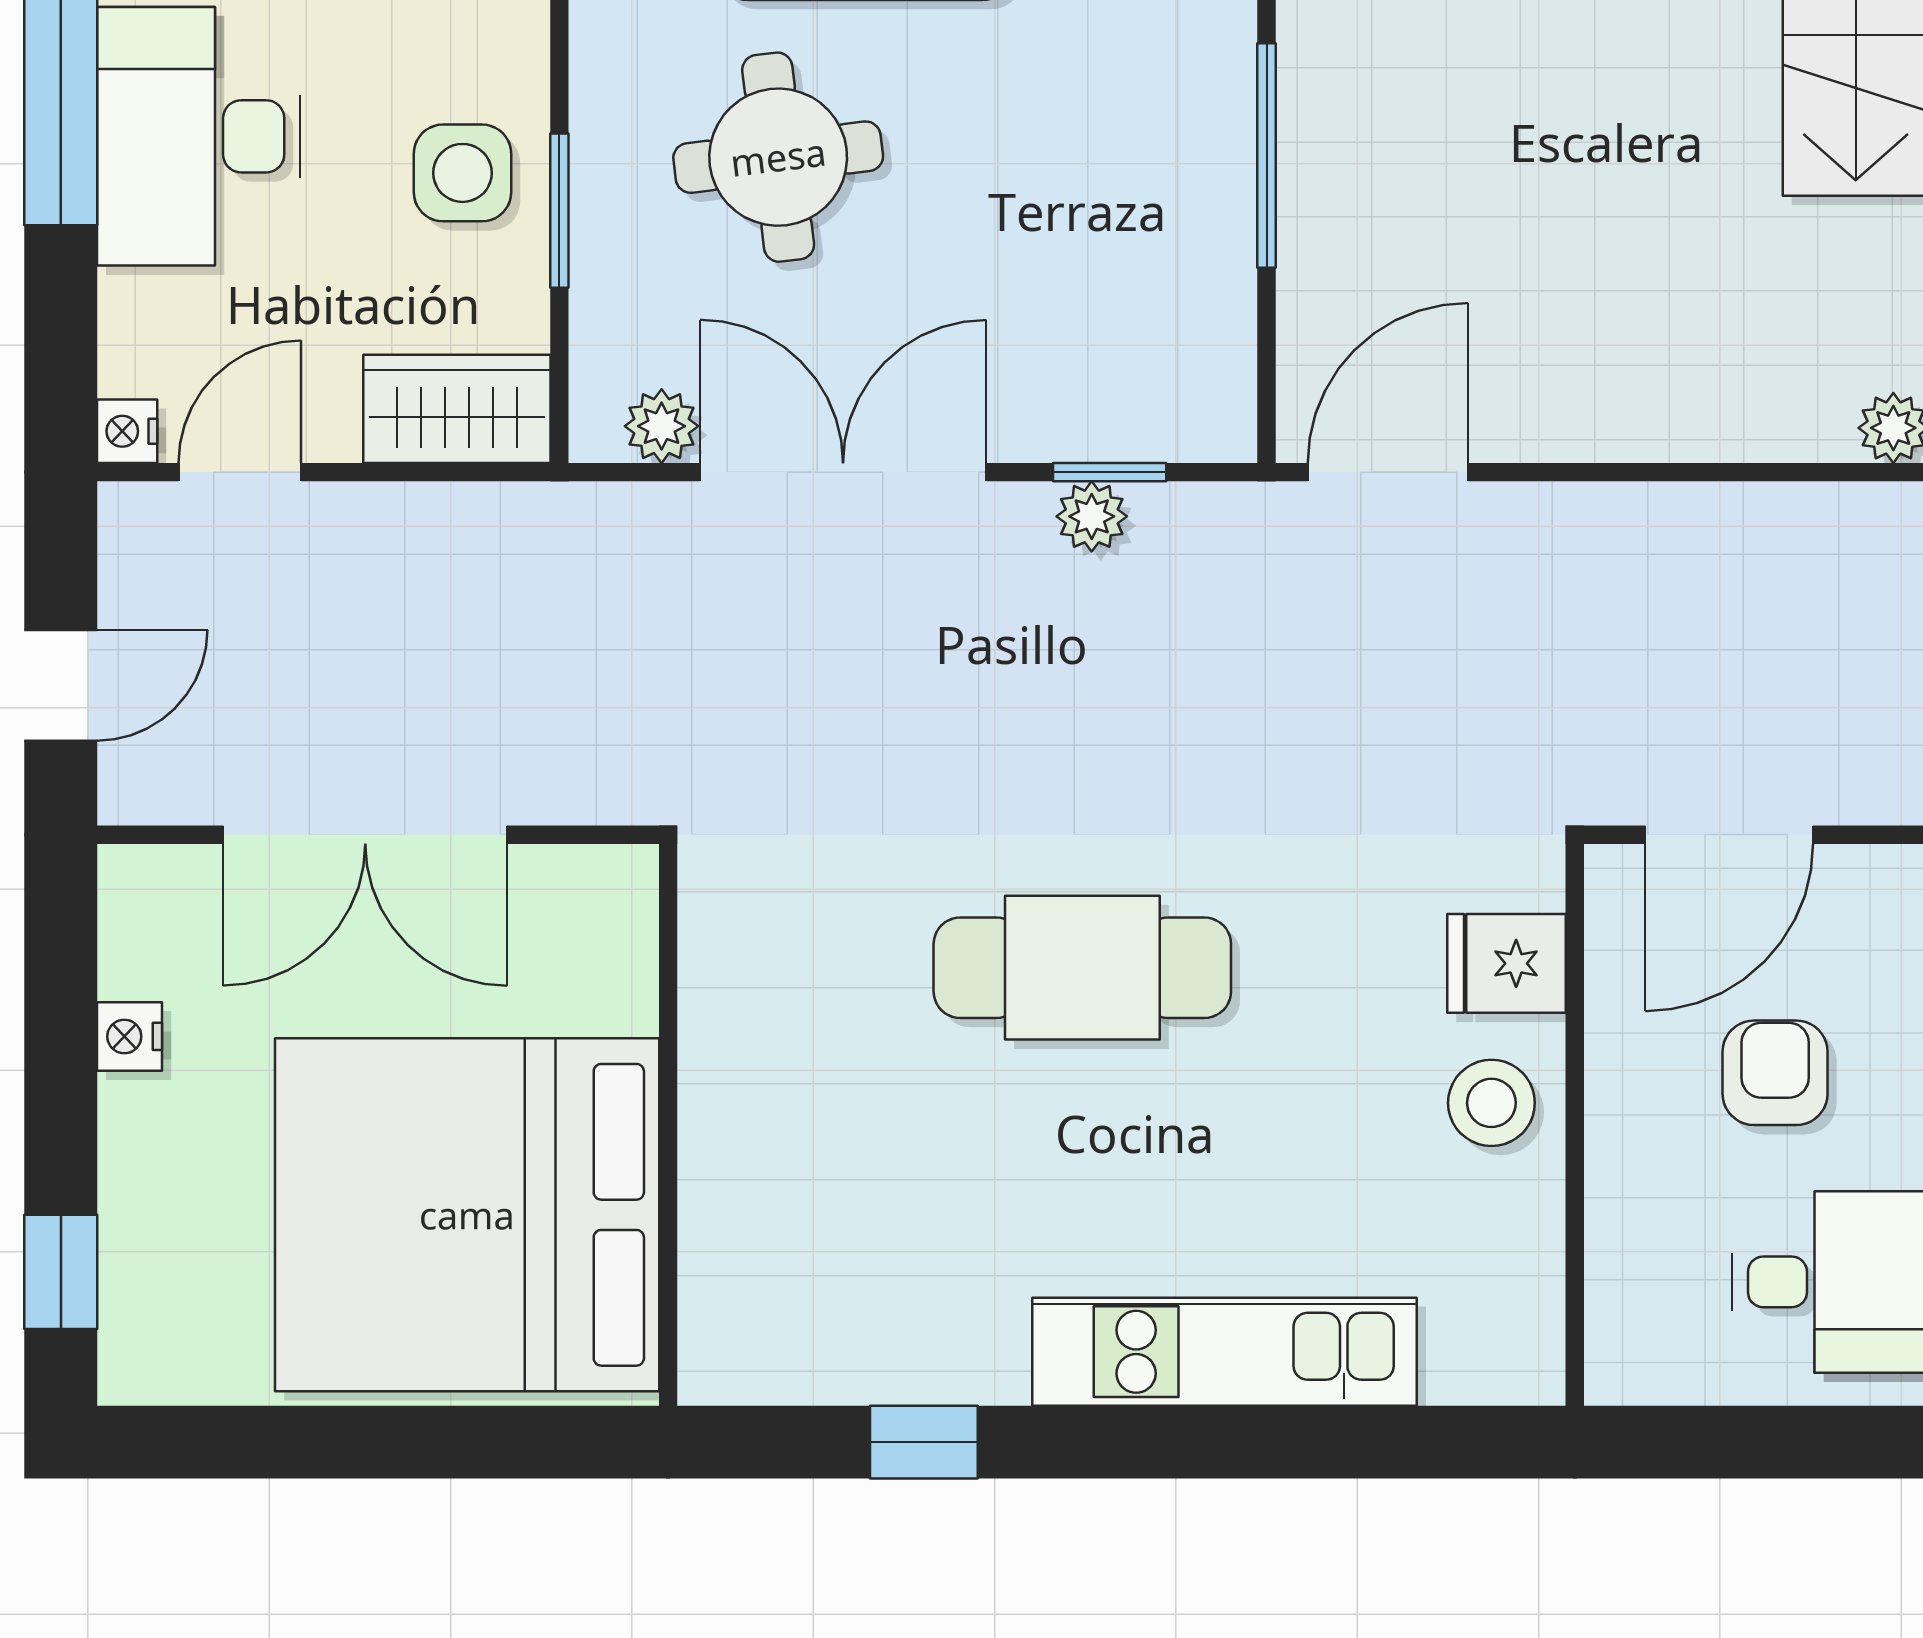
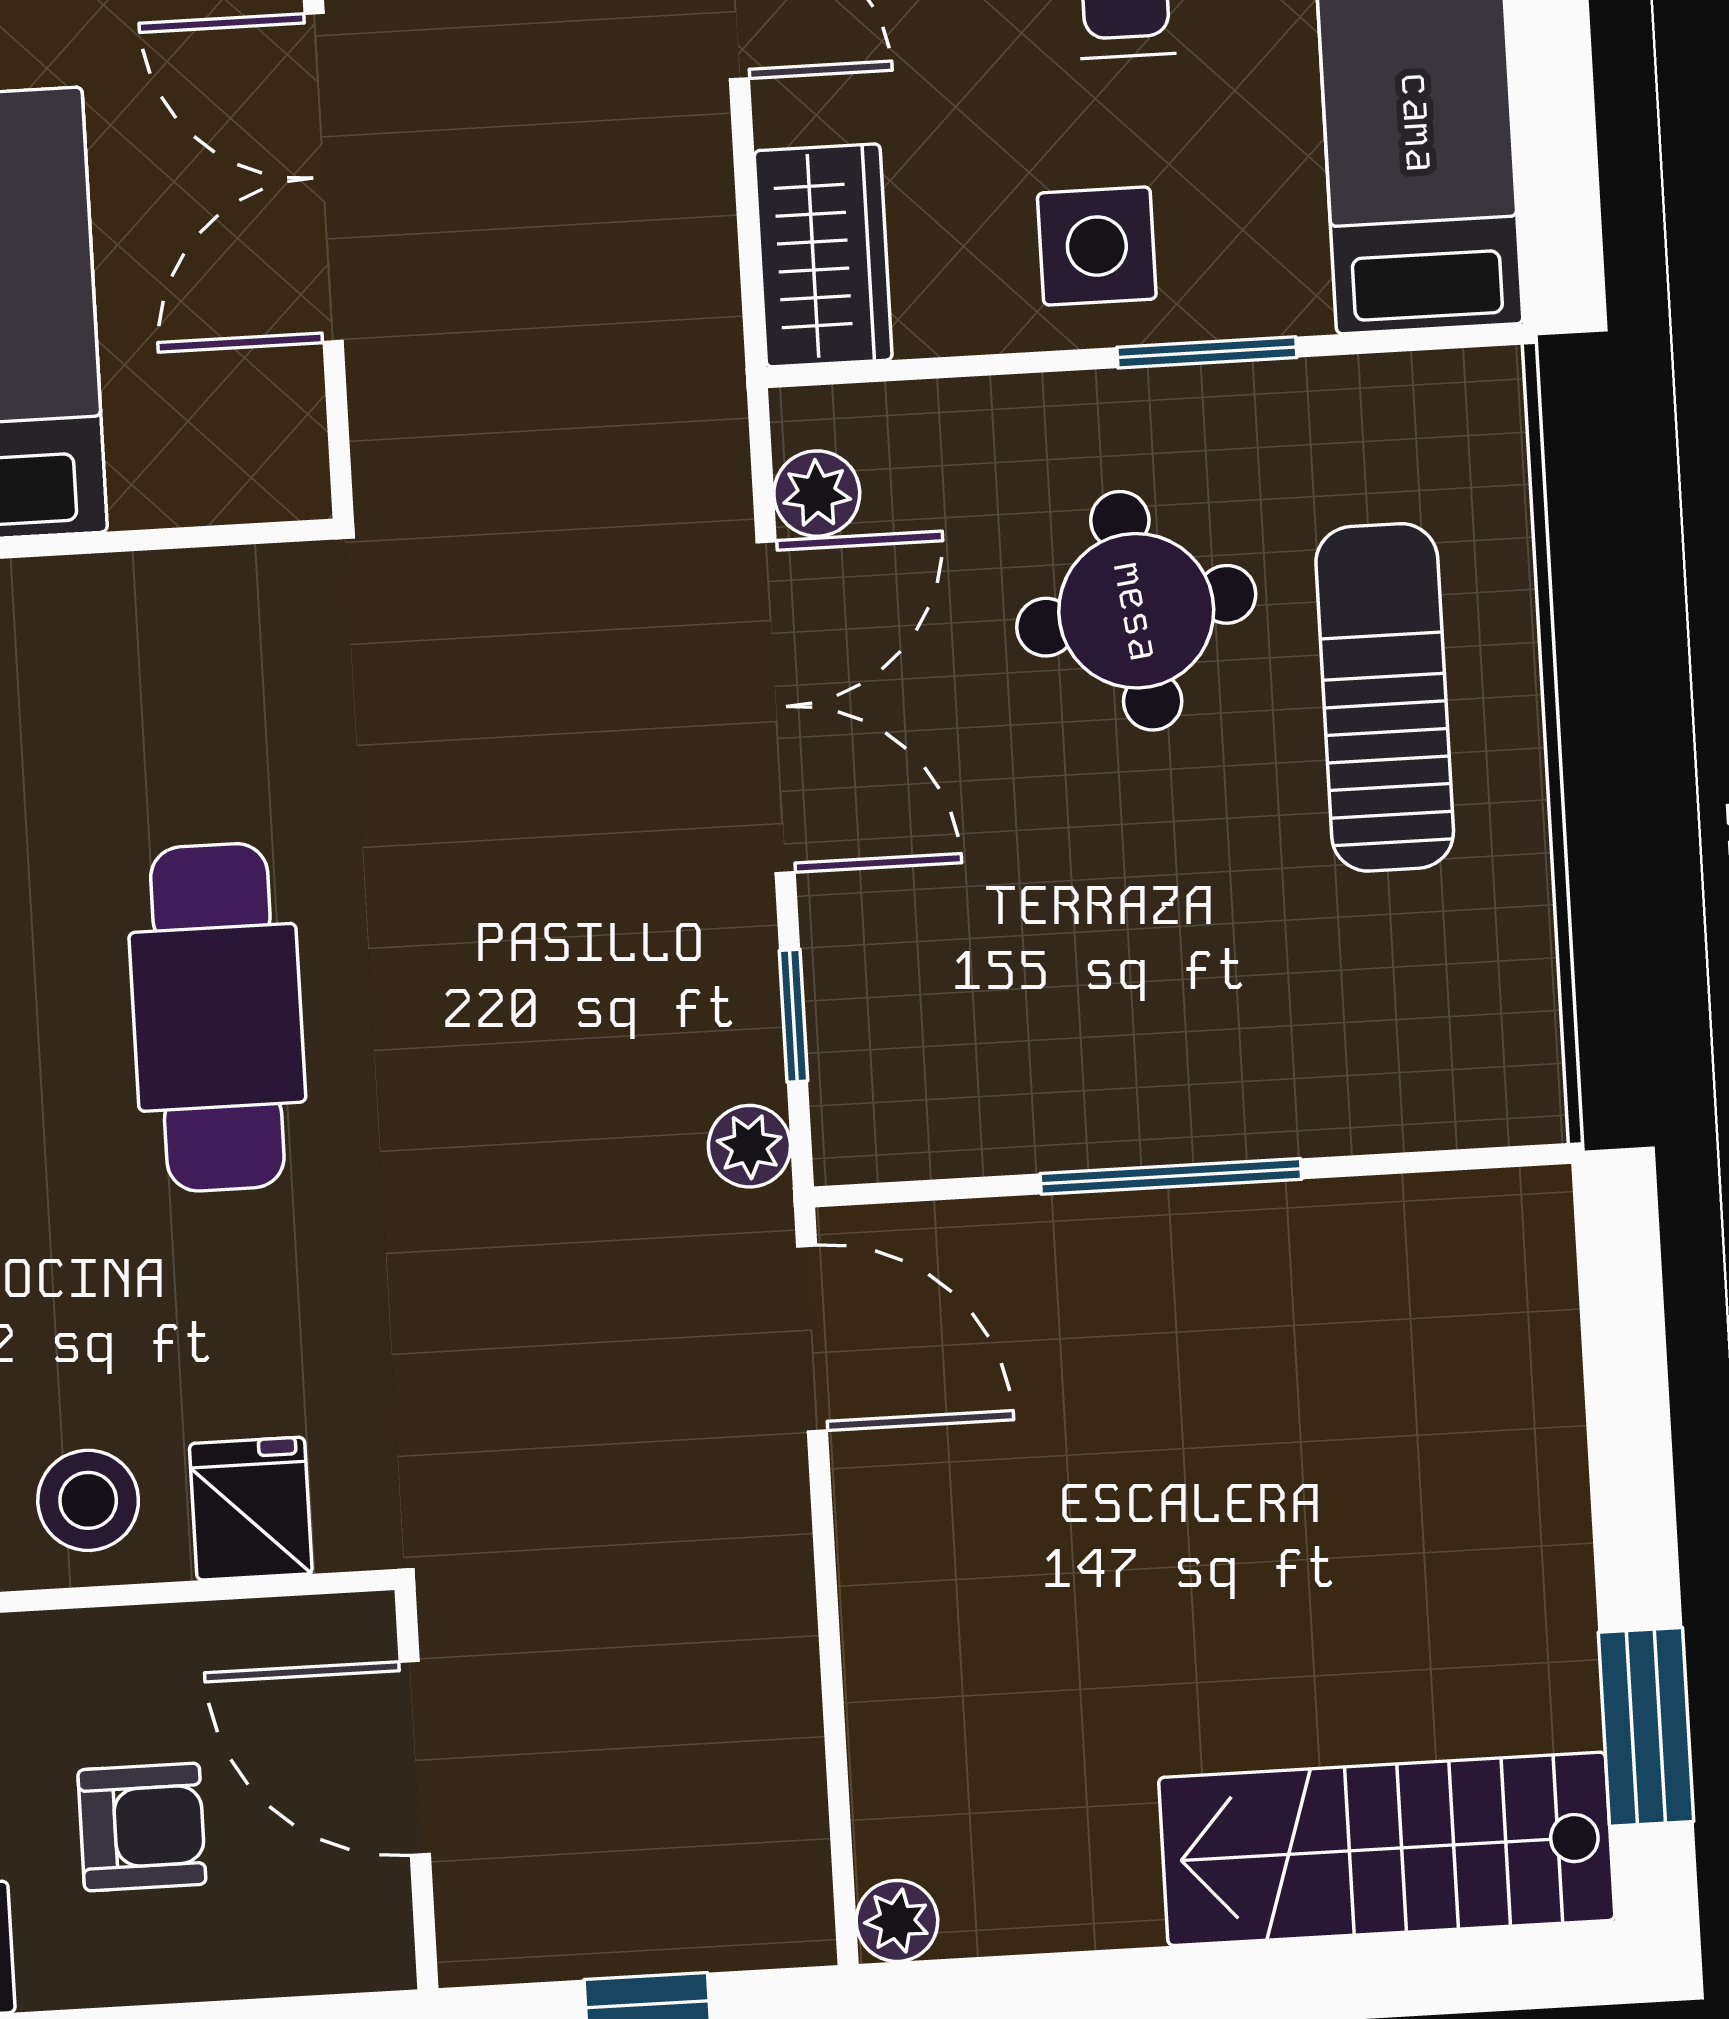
window: (559, 211) -> (1207, 352), moved
plant: (1092, 516) -> (749, 1146), moved

